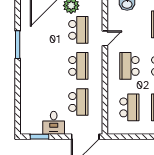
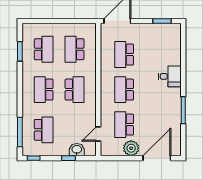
door: (105, 38) -> (98, 134), moved
desk: (54, 123) -> (170, 76), moved, turned 90

